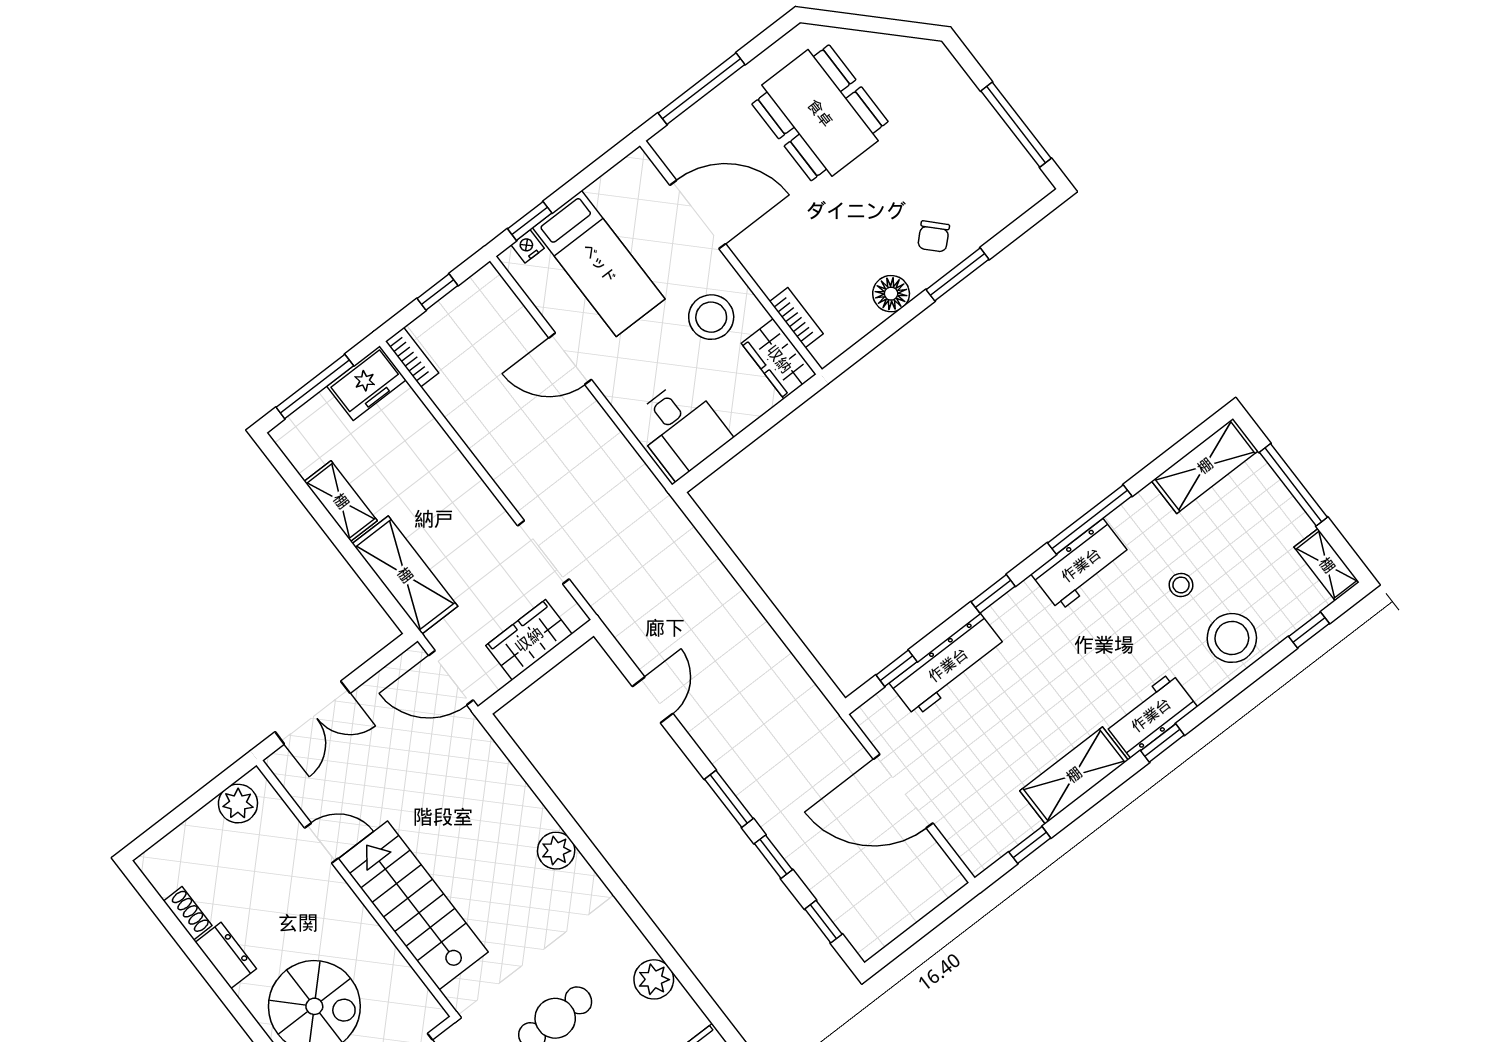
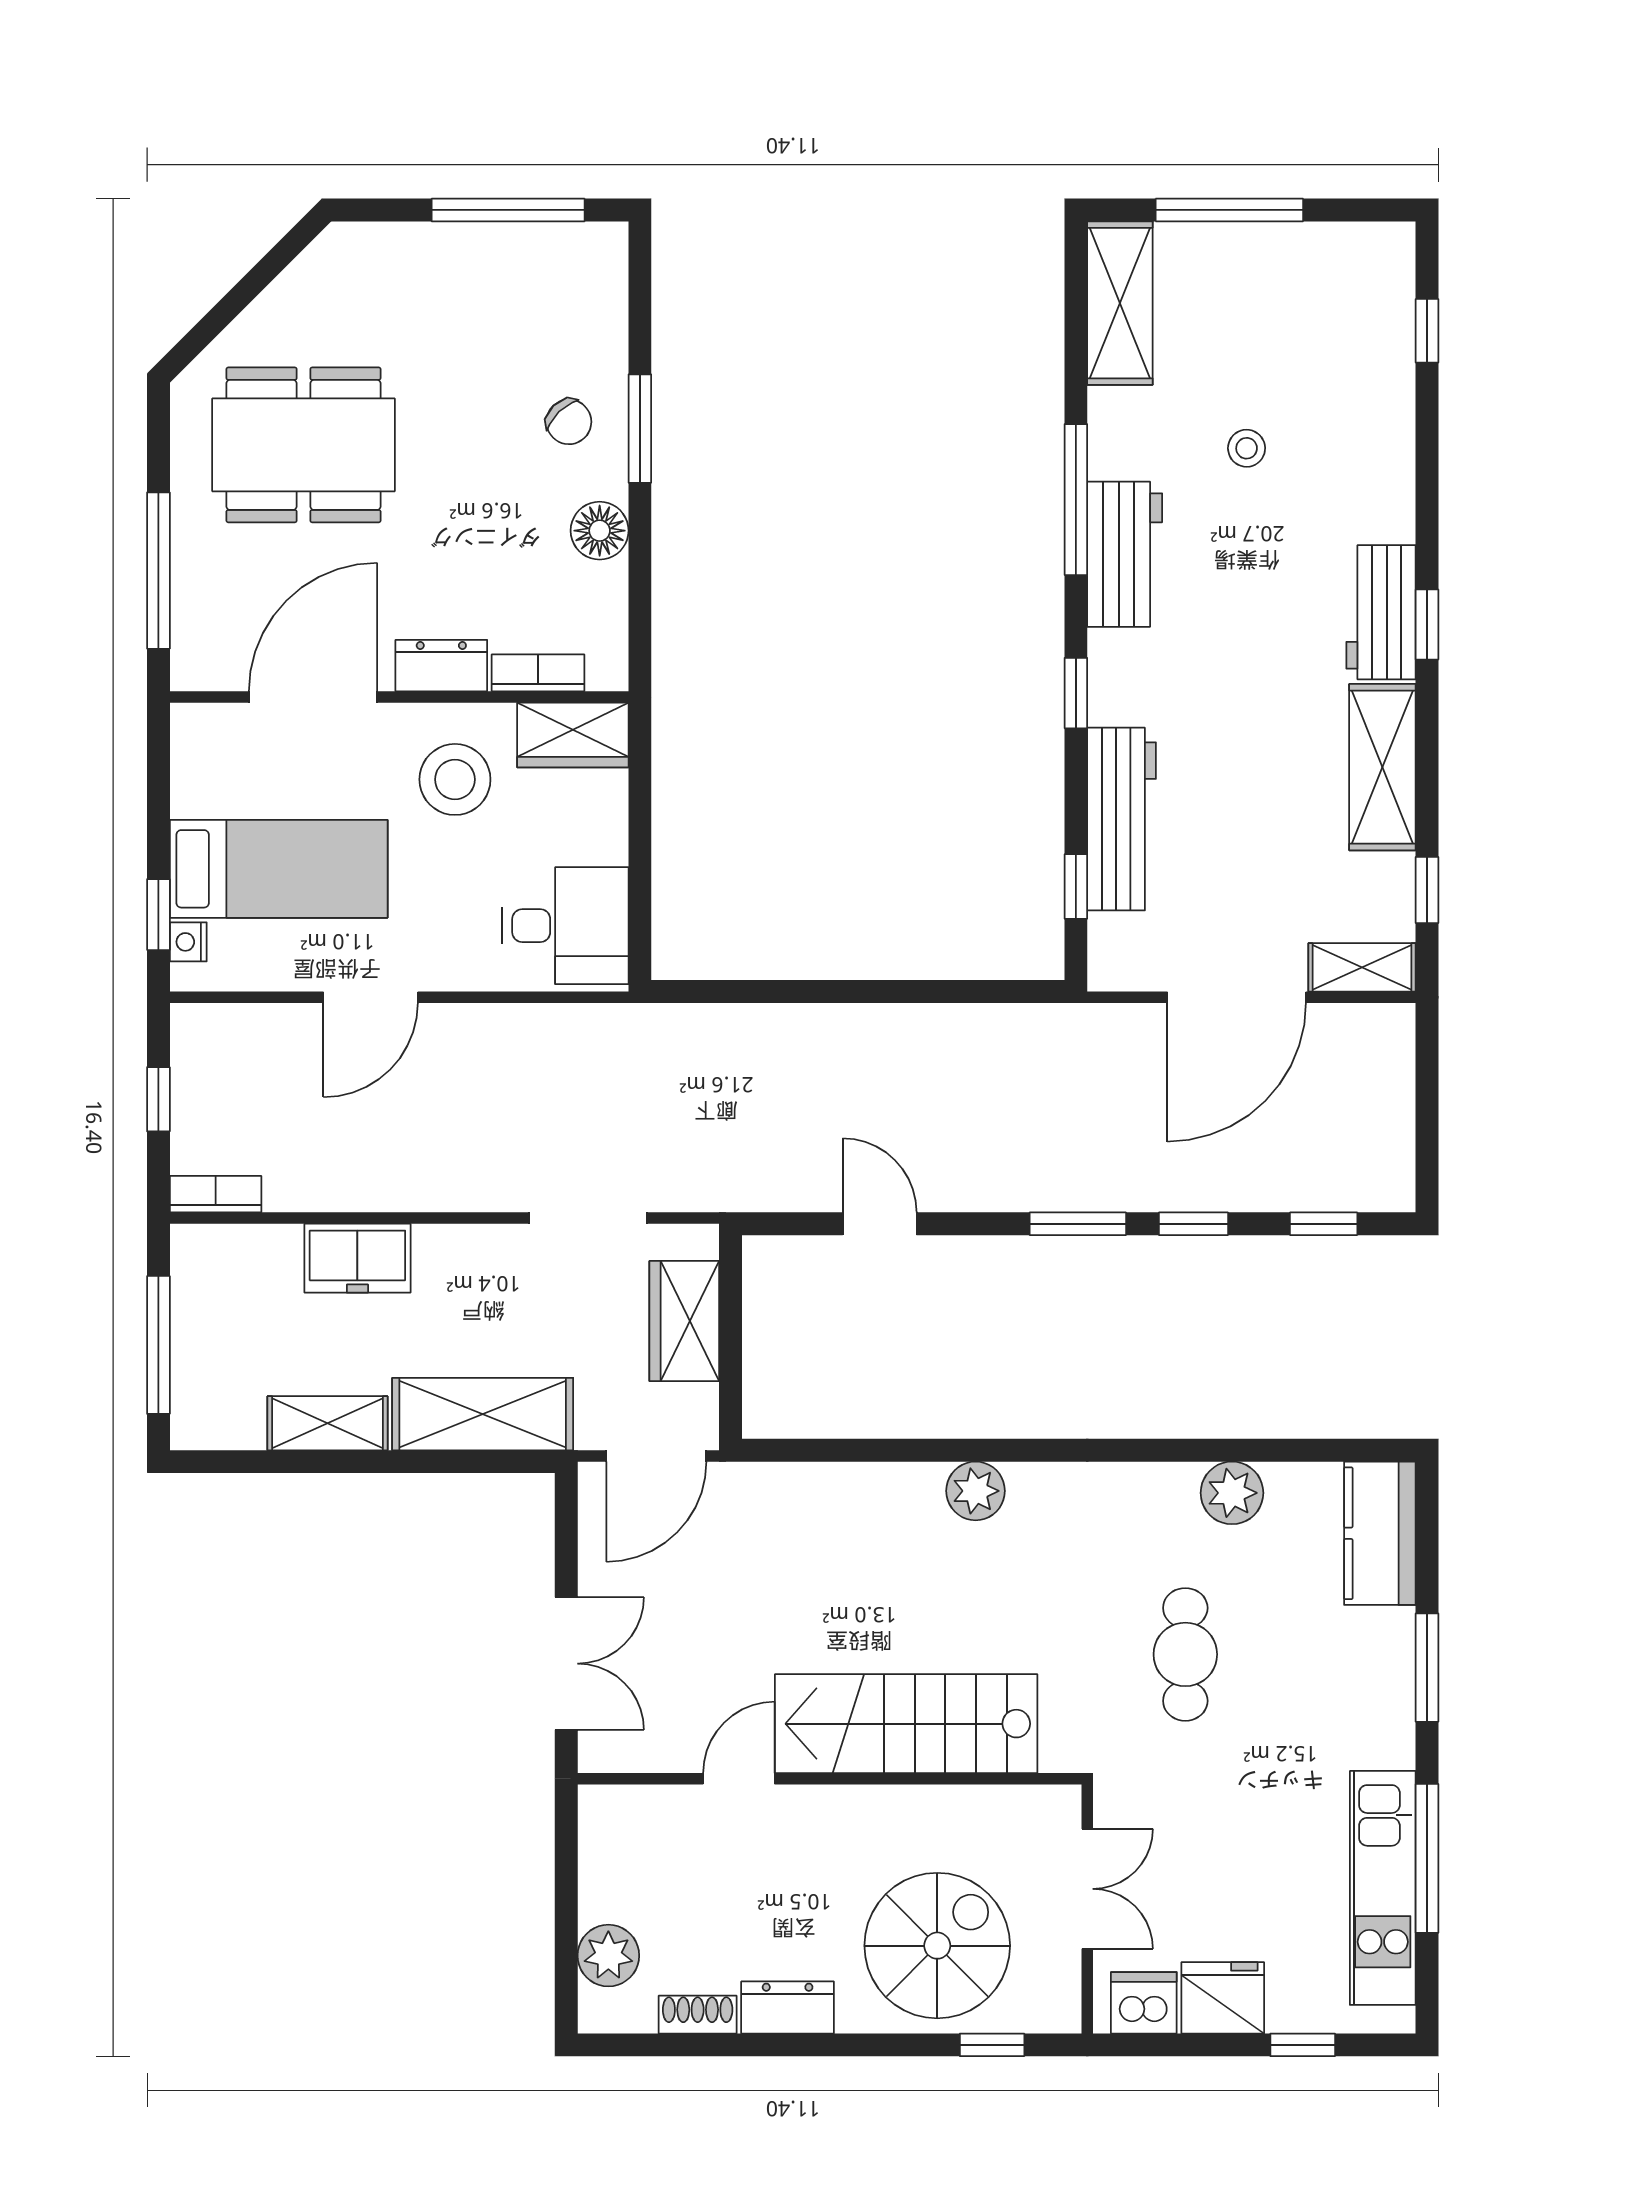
dresser: (763, 266) -> (441, 666), added
freezer: (366, 383) -> (357, 1258), moved, turned 90
shelving: (1327, 565) -> (1362, 967), moved
stool: (1232, 638) -> (1362, 436), removed
plant: (238, 804) -> (608, 1956), moved

